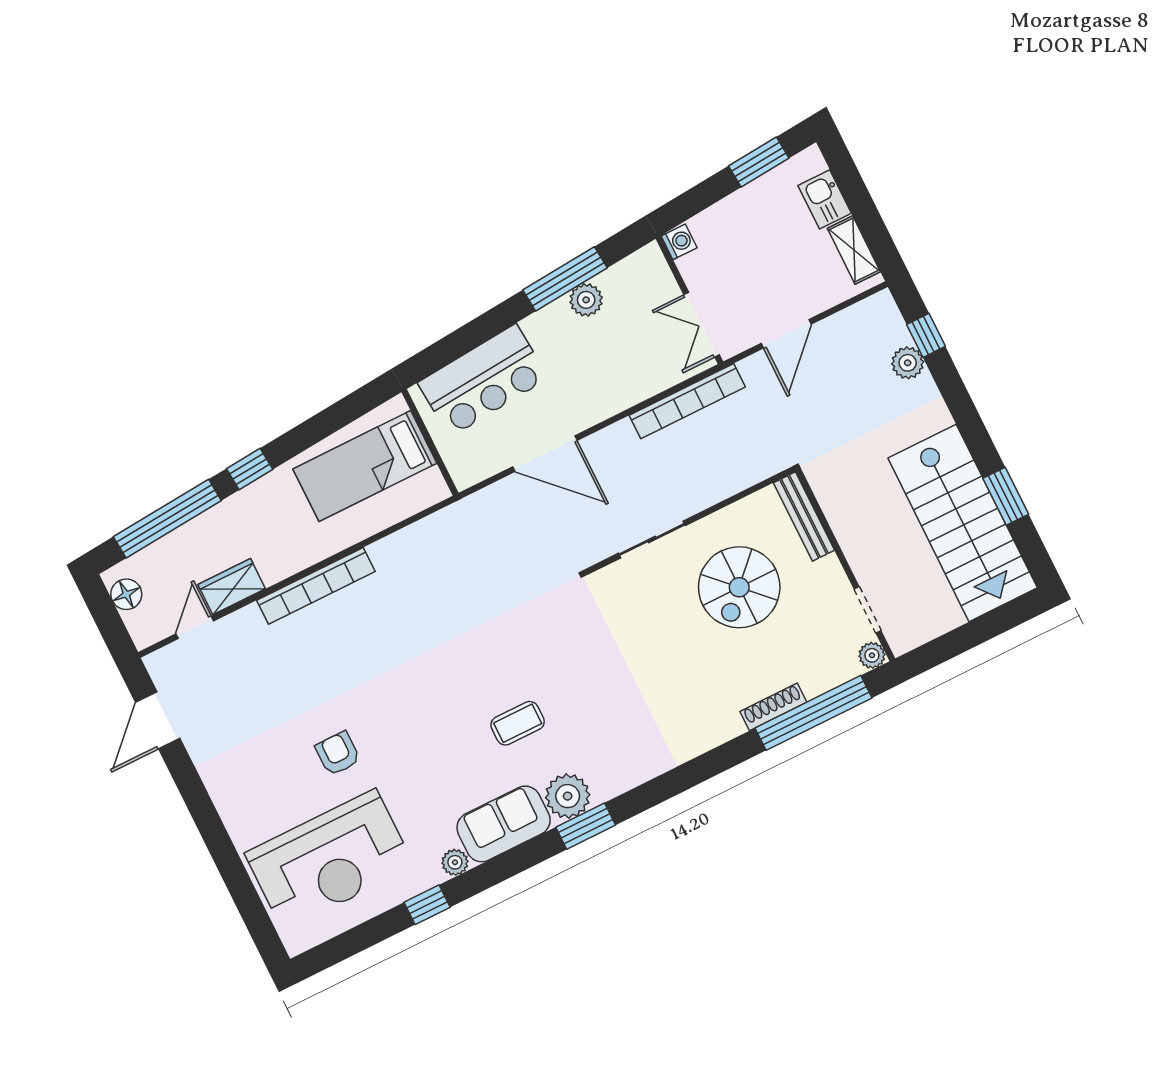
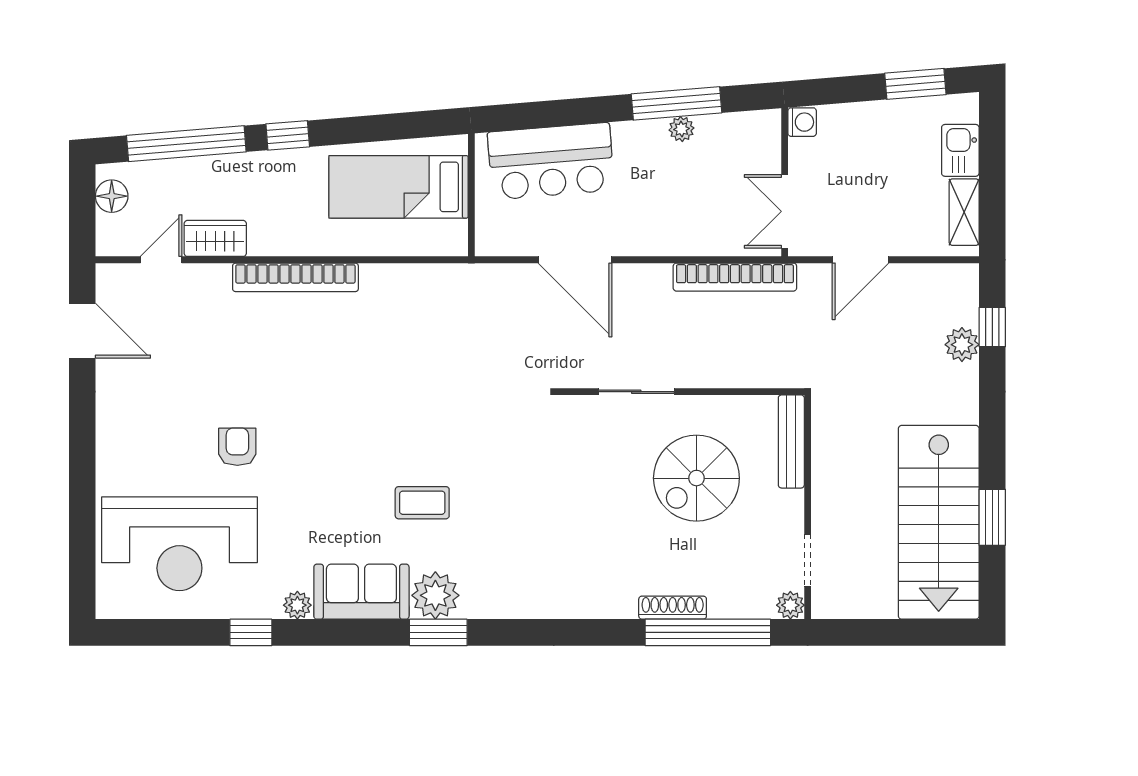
plant: (586, 300) -> (681, 129), width x0.73, depth x0.73
door: (158, 720) -> (82, 331), swing flipped

